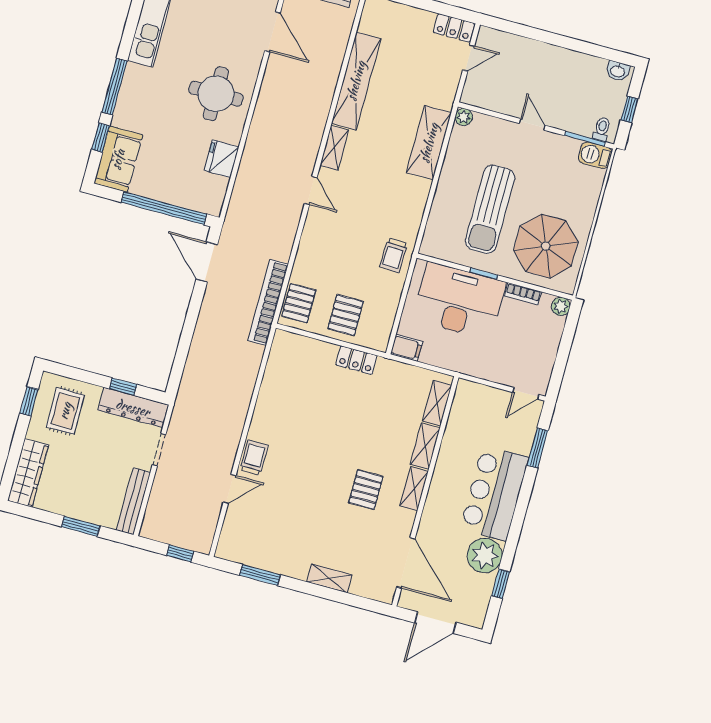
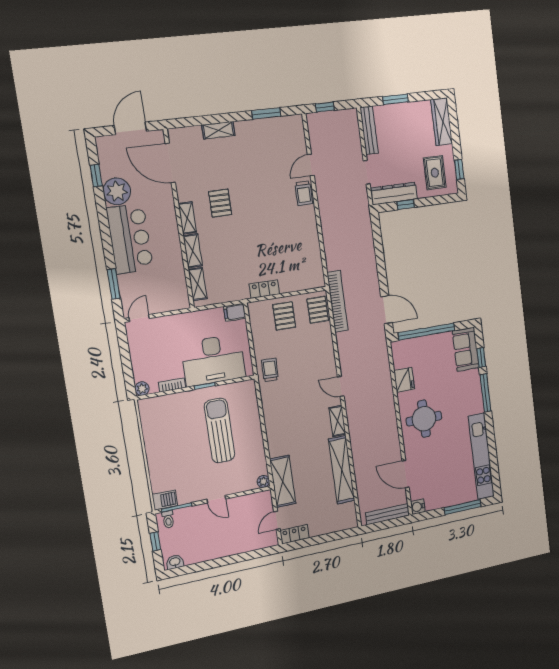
shelving: (429, 143) -> (283, 481), moved
parasol: (546, 246) -> (171, 424), removed

